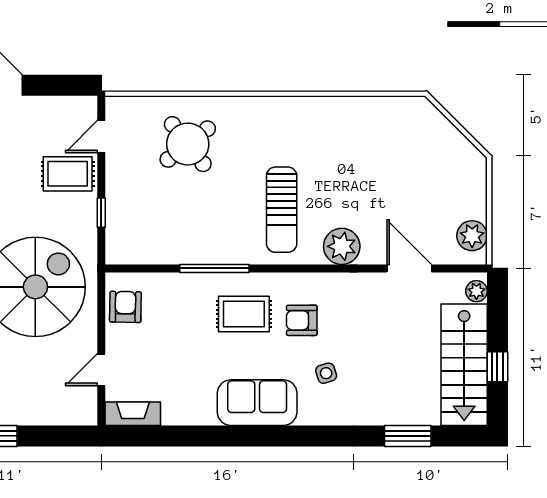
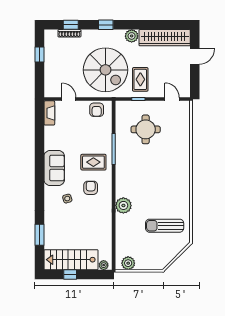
round table: (188, 144) -> (146, 129), moved, turned 38
rug: (68, 174) -> (140, 79), moved
sun lounger: (282, 210) -> (165, 226), moved
door: (409, 268) -> (114, 235), removed
armchair: (125, 307) -> (97, 110), turned 89
rug: (244, 314) -> (93, 162), turned 90

